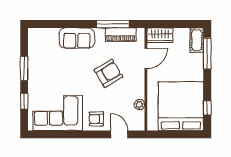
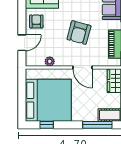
door: (146, 58) -> (82, 67), moved
armchair: (108, 73) -> (79, 33), turned 46

